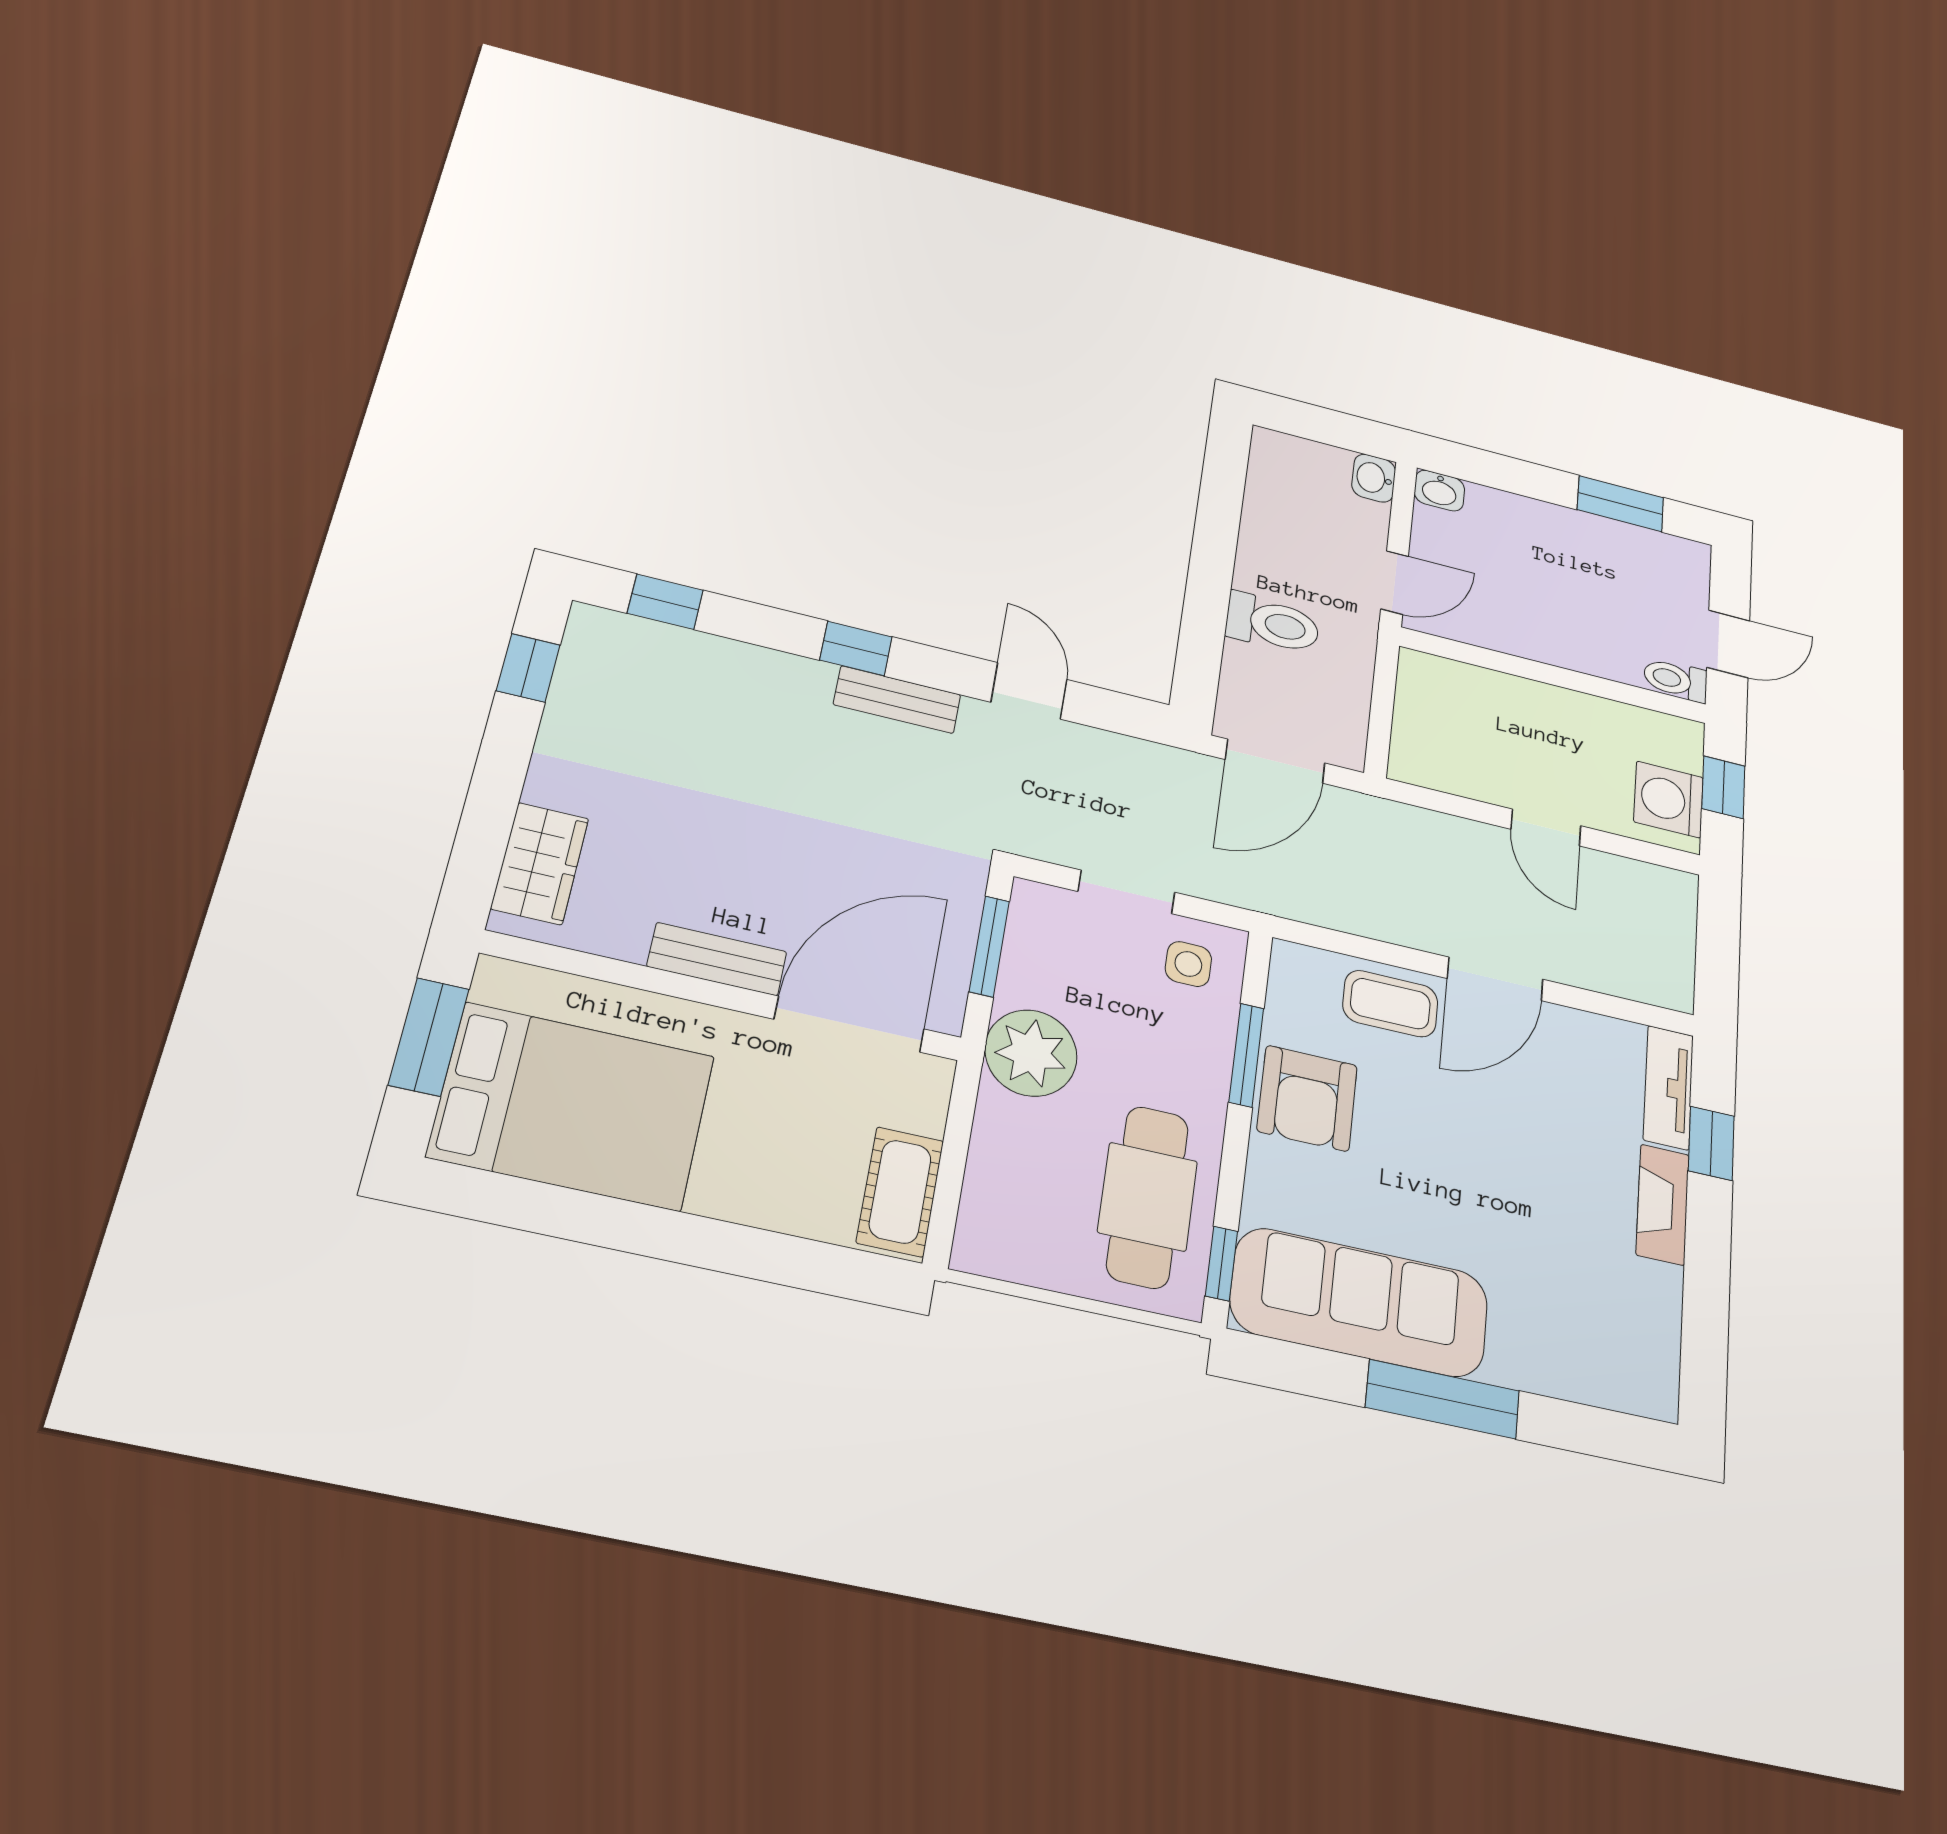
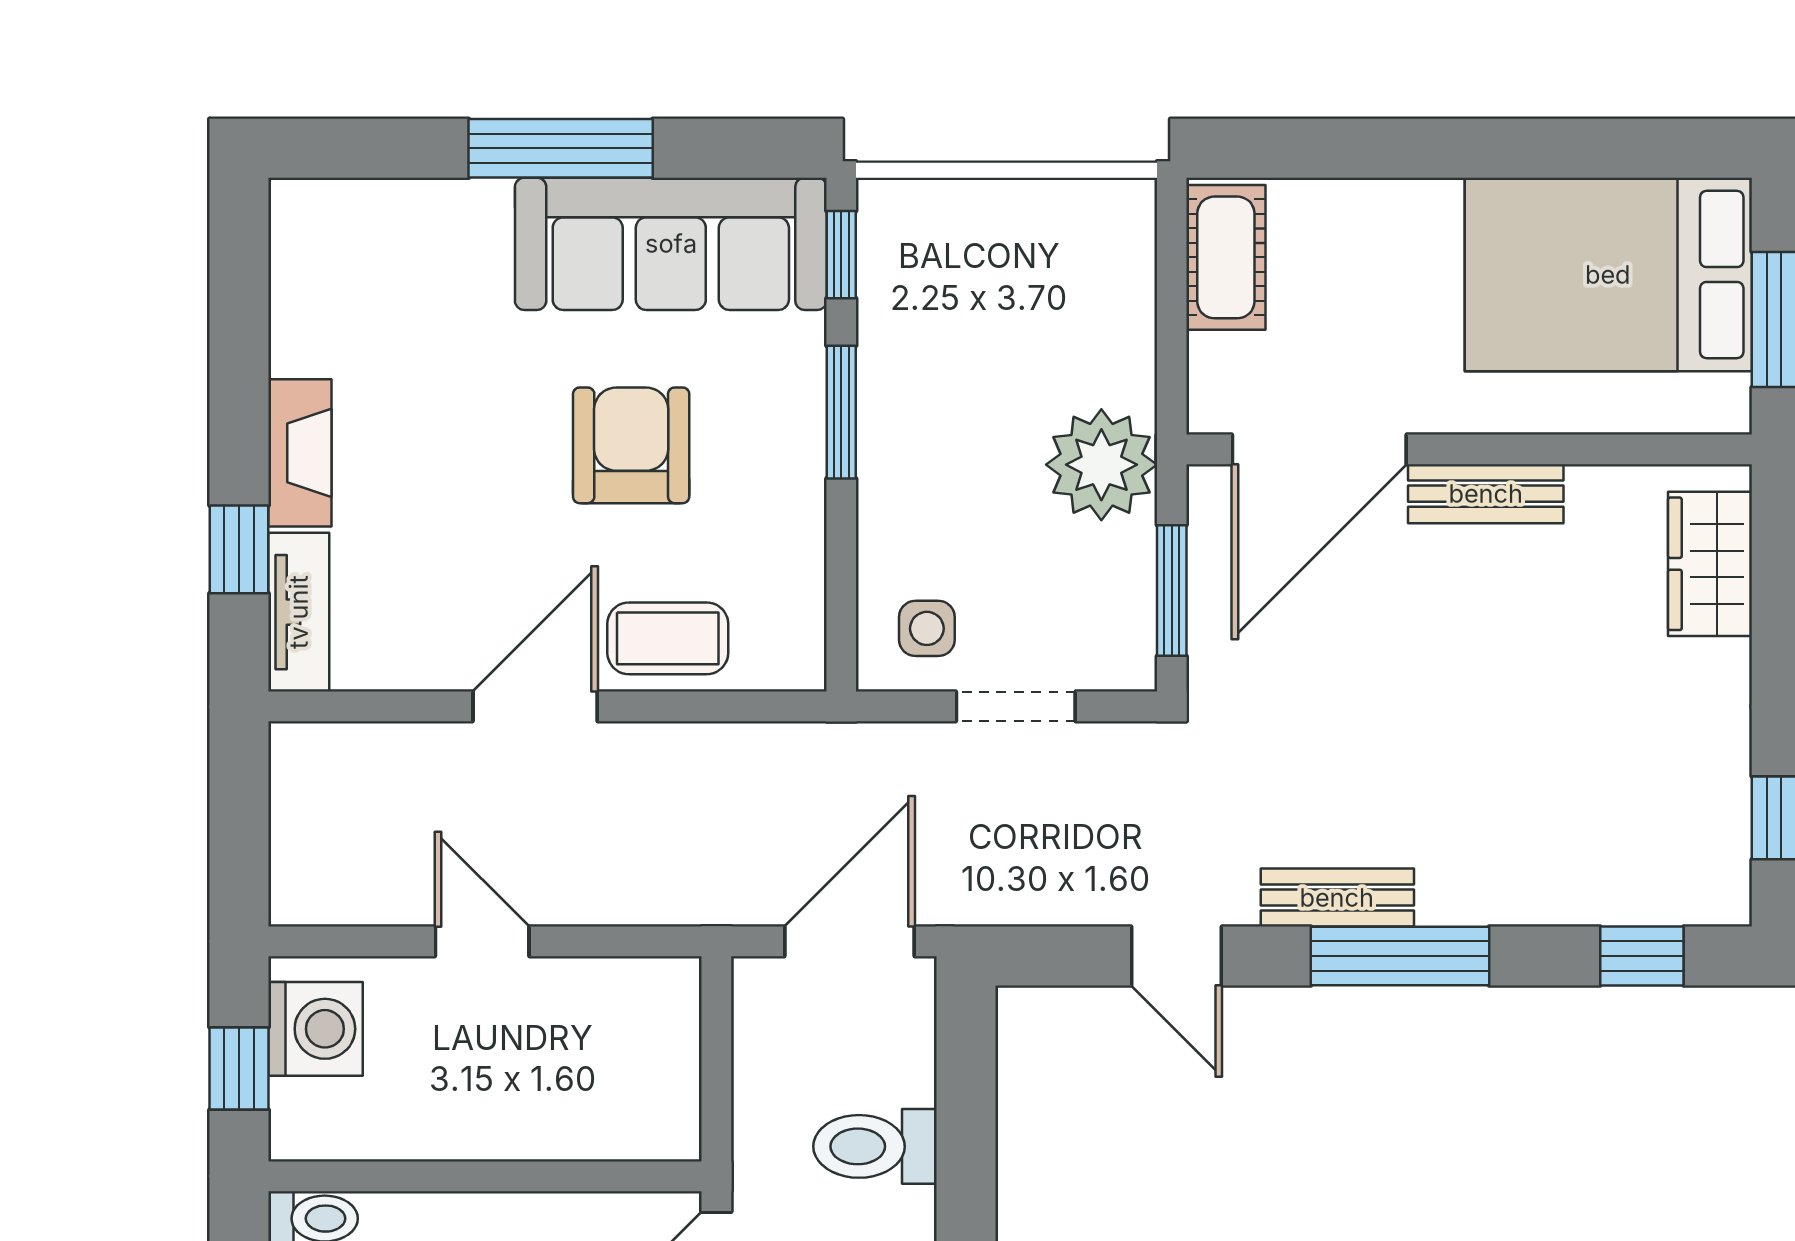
window: (856, 648) -> (1400, 956), width x2.17
window: (1246, 1055) -> (841, 412), moved
armchair: (1307, 1098) -> (631, 445), moved
cafe table: (1148, 1197) -> (939, 317), removed

